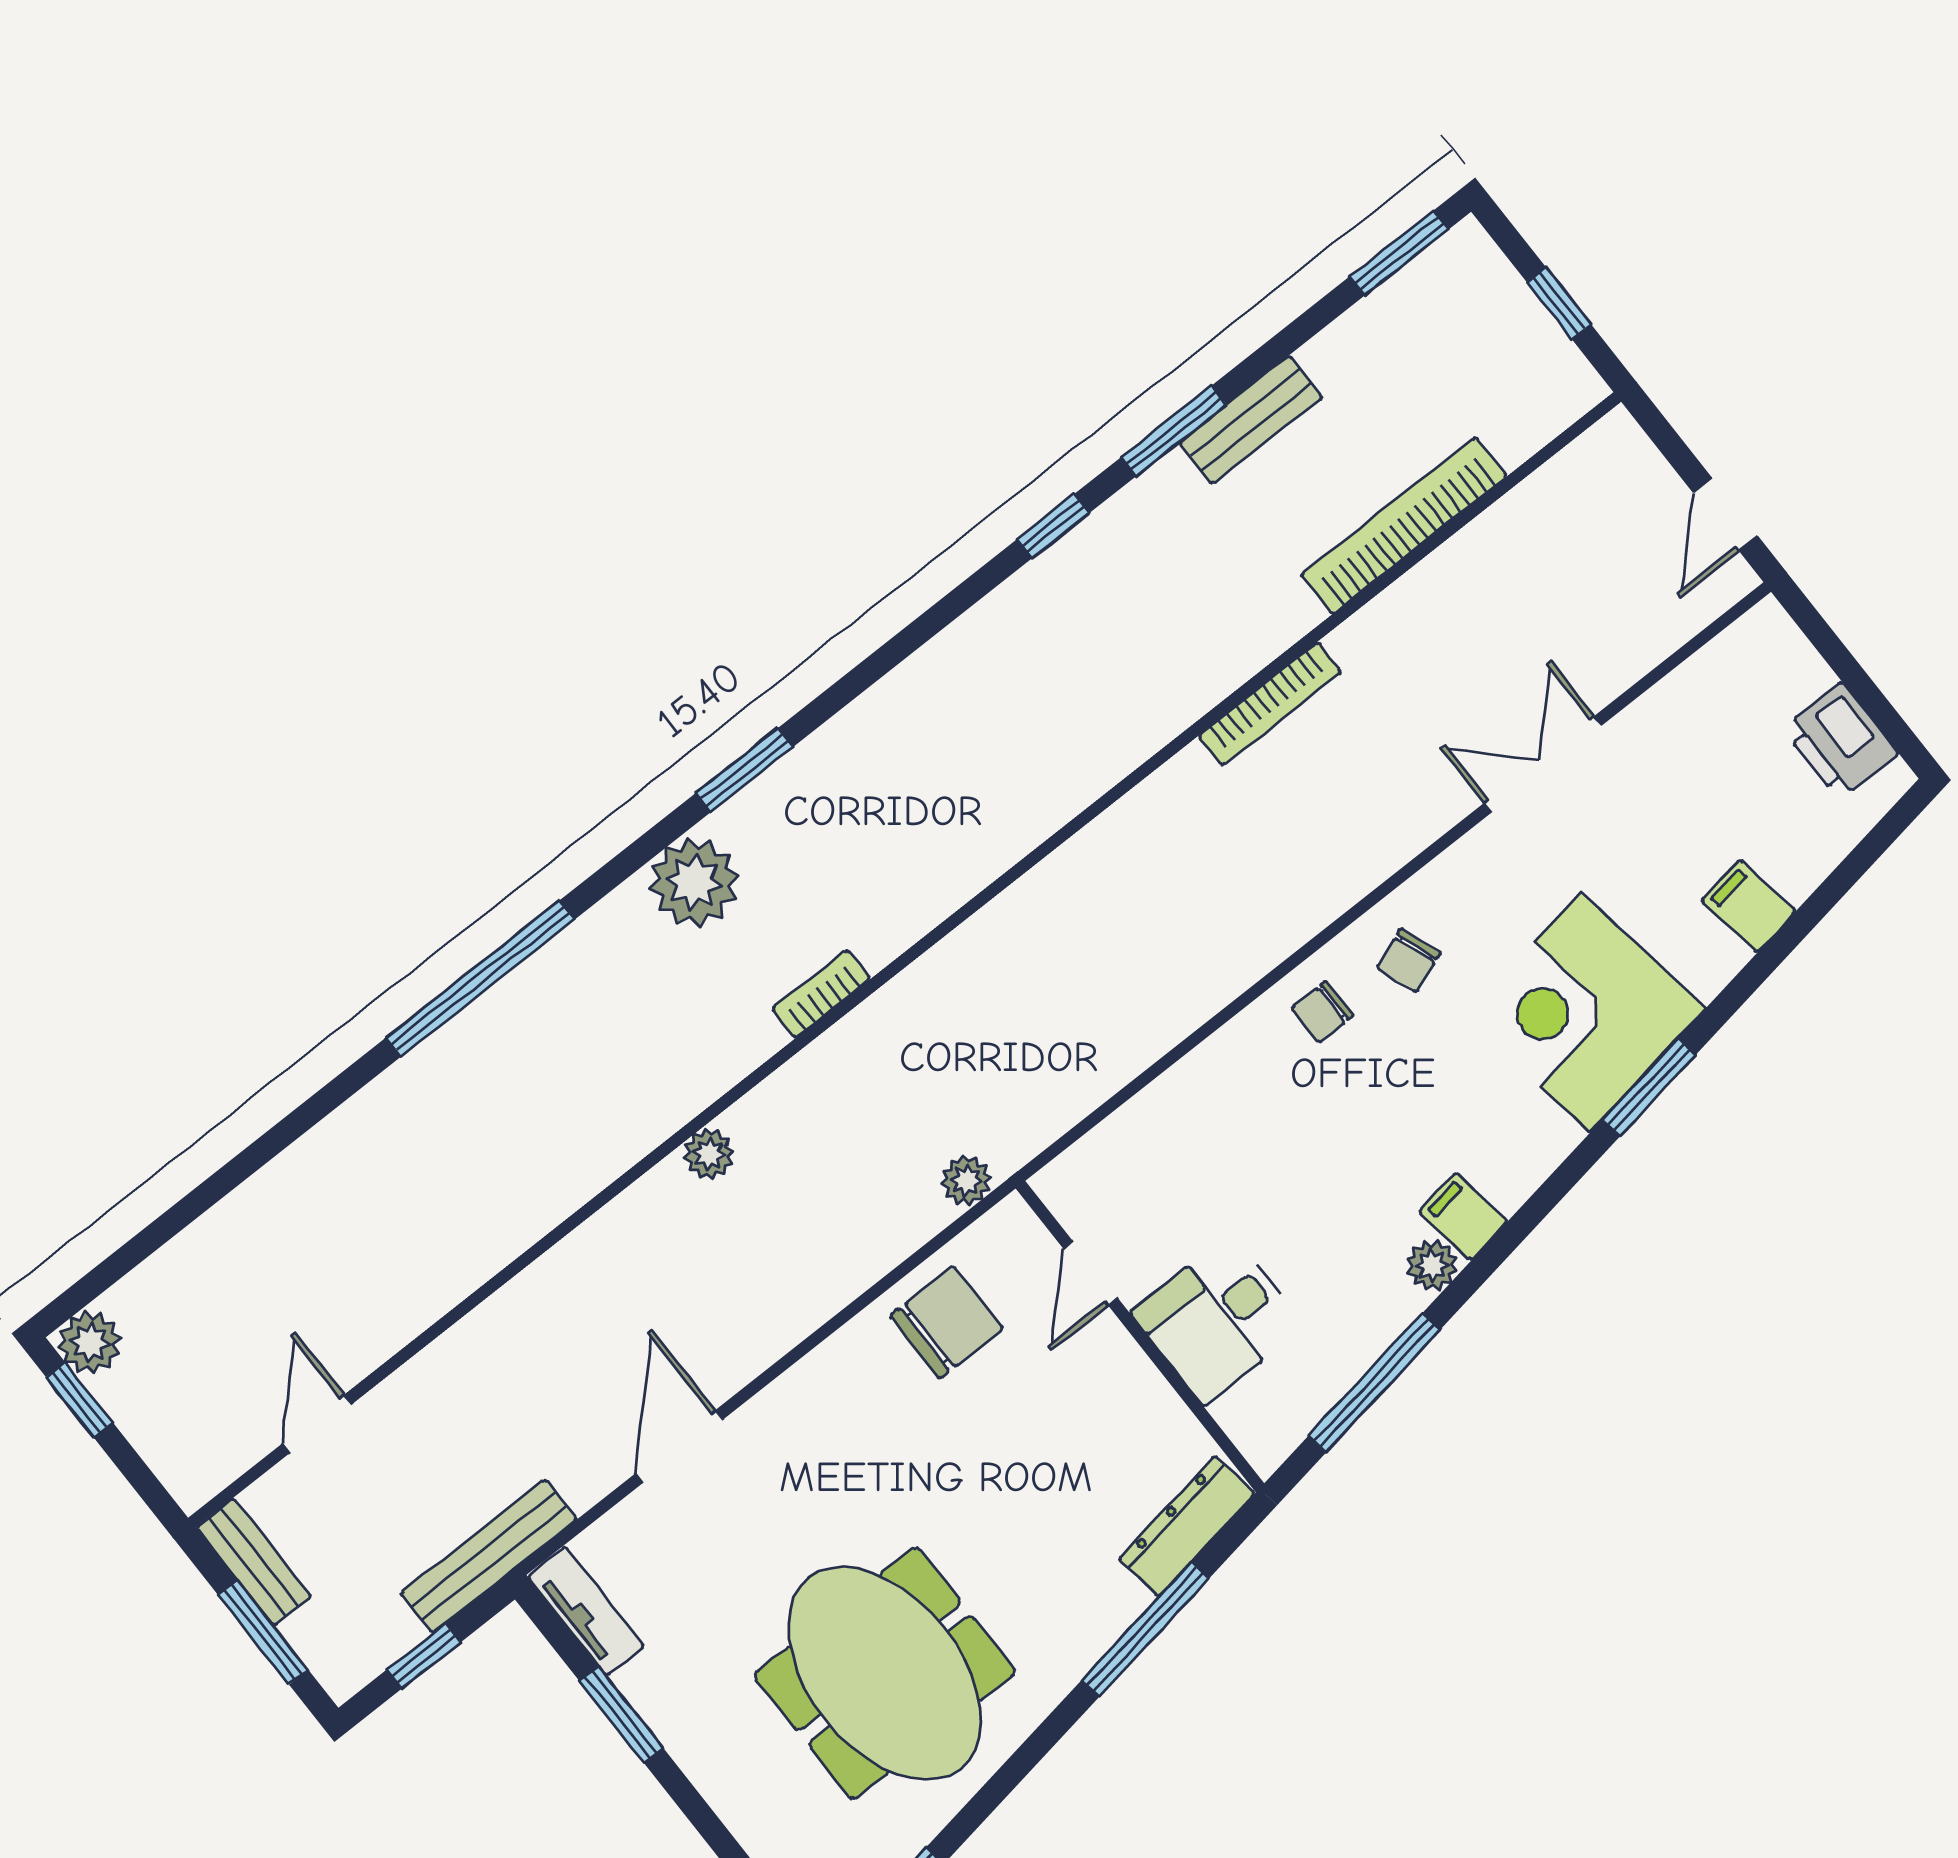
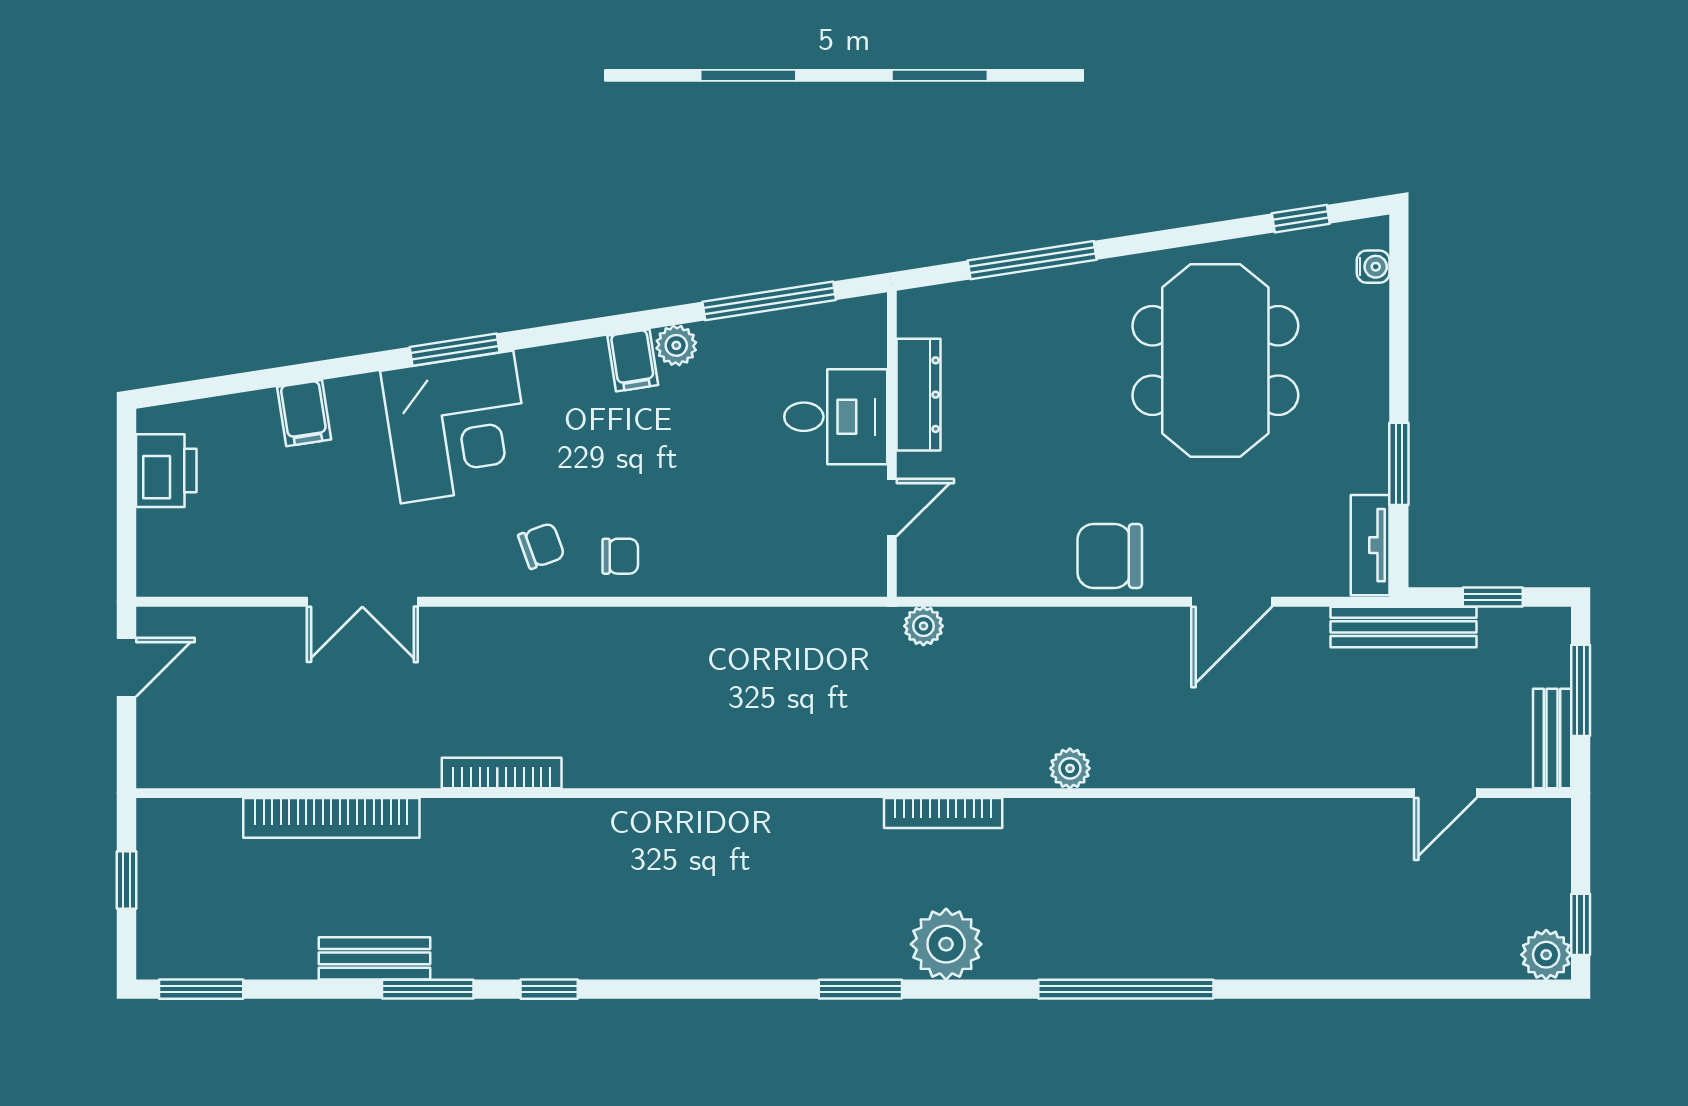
bookcase: (821, 994) -> (943, 813), width x1.56
chair: (946, 1322) -> (1110, 556), moved
dresser: (1187, 1526) -> (918, 395), moved, turned -81

